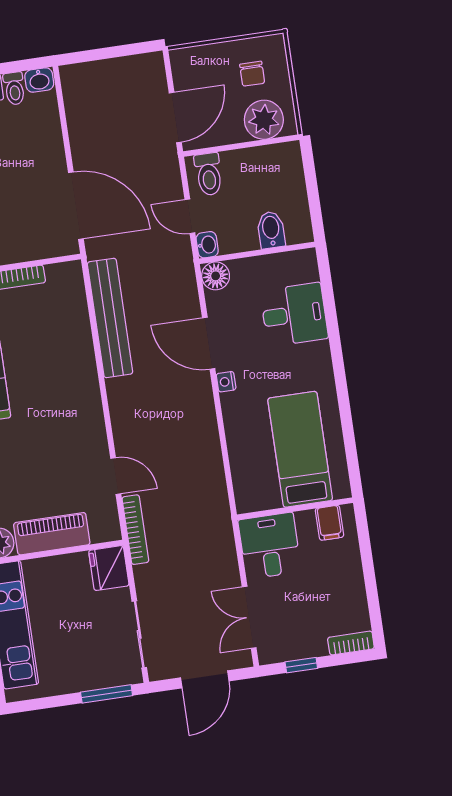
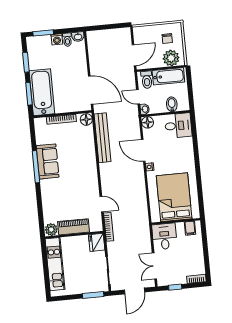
bathtub: (260, 164) -> (168, 76), added
floor lamp: (69, 276) -> (86, 119), added
desk: (294, 315) -> (178, 126), moved
bed: (300, 449) -> (174, 197), width x1.50

